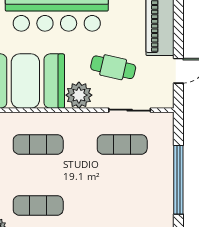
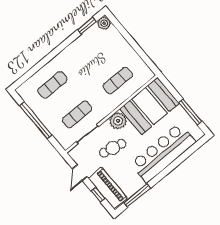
window: (178, 25) -> (98, 195), added
exercise mat: (38, 205) -> (52, 85), moved

